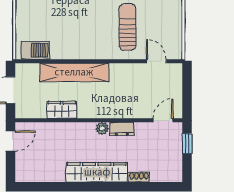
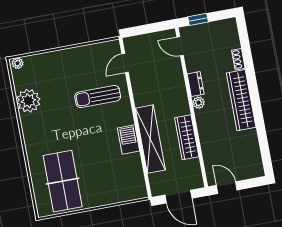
barbecue: (35, 50) -> (129, 140), moved
wardrobe: (62, 110) -> (187, 137), width x1.50

